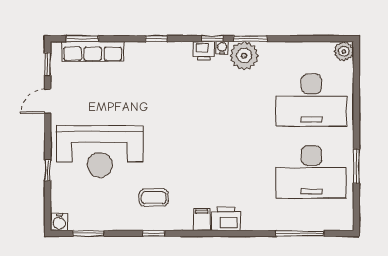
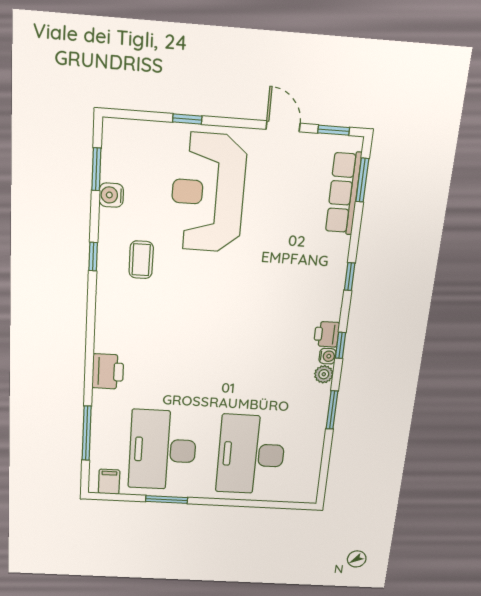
window: (250, 39) -> (332, 410), moved
plant: (344, 51) -> (306, 493), removed
plant: (244, 56) -> (324, 374), width x0.53, depth x0.53
filing cabinet: (202, 219) -> (109, 482), moved, turned -90
printer: (226, 219) -> (108, 371), moved
water cooler: (59, 222) -> (111, 195), moved

